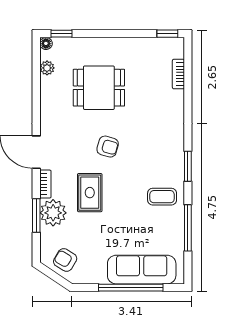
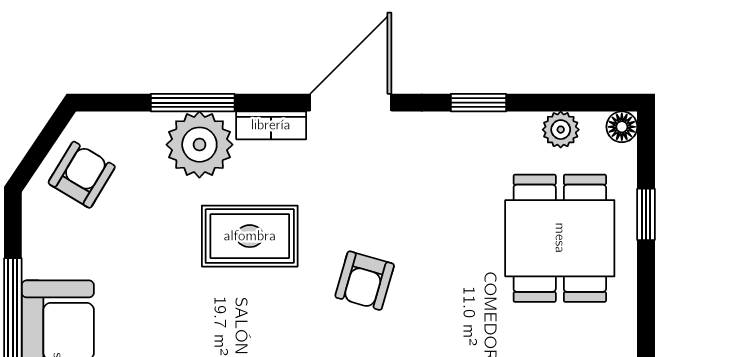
window: (62, 34) -> (646, 214), moved
dining table: (99, 88) -> (560, 238), moved
window: (36, 101) -> (479, 103), added

